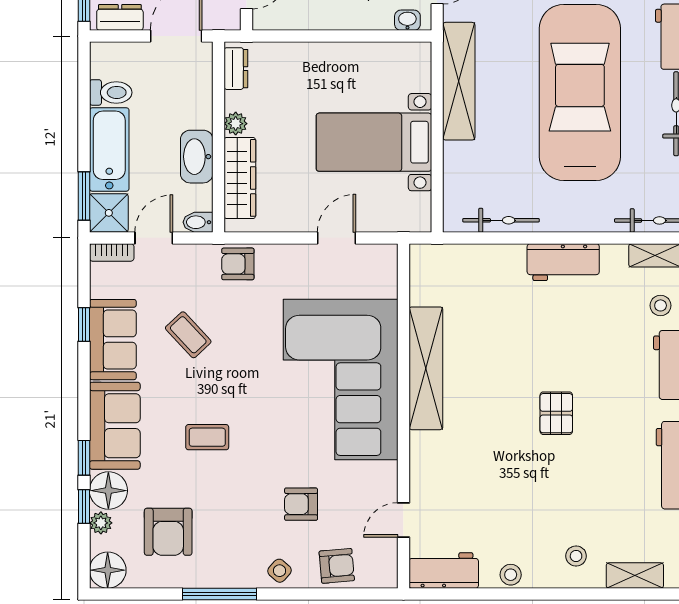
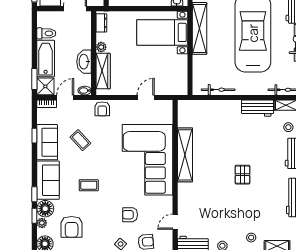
bed with nightstands: (374, 142) -> (162, 32), moved
workbench: (563, 262) -> (258, 108), moved
armchair: (238, 264) -> (102, 109), turned -90

